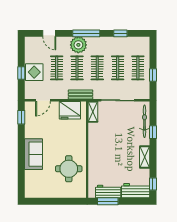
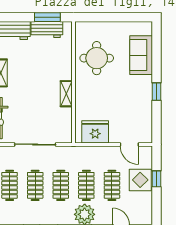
bench: (80, 95) -> (82, 152), removed
door: (43, 100) -> (129, 144), swing flipped
shelving: (93, 112) -> (66, 94), moved
window: (21, 117) -> (157, 92), moved
sofa: (33, 154) -> (141, 55), moved

